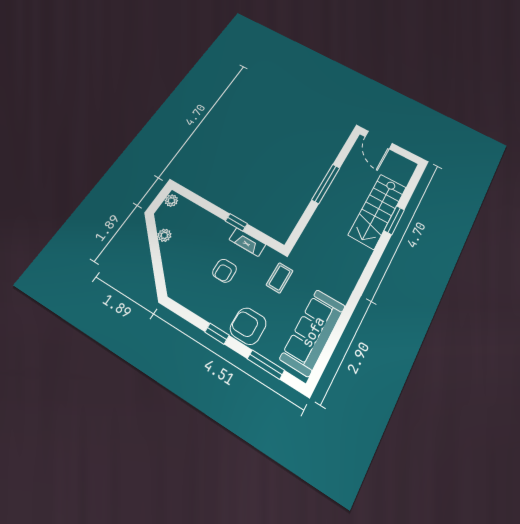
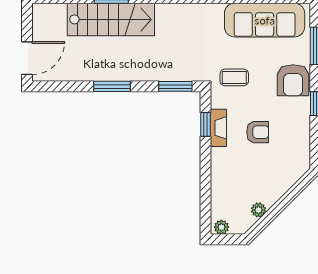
window: (326, 184) -> (112, 86), width x0.69
window: (236, 222) -> (205, 124), moved
window: (299, 228) -> (175, 86), added

